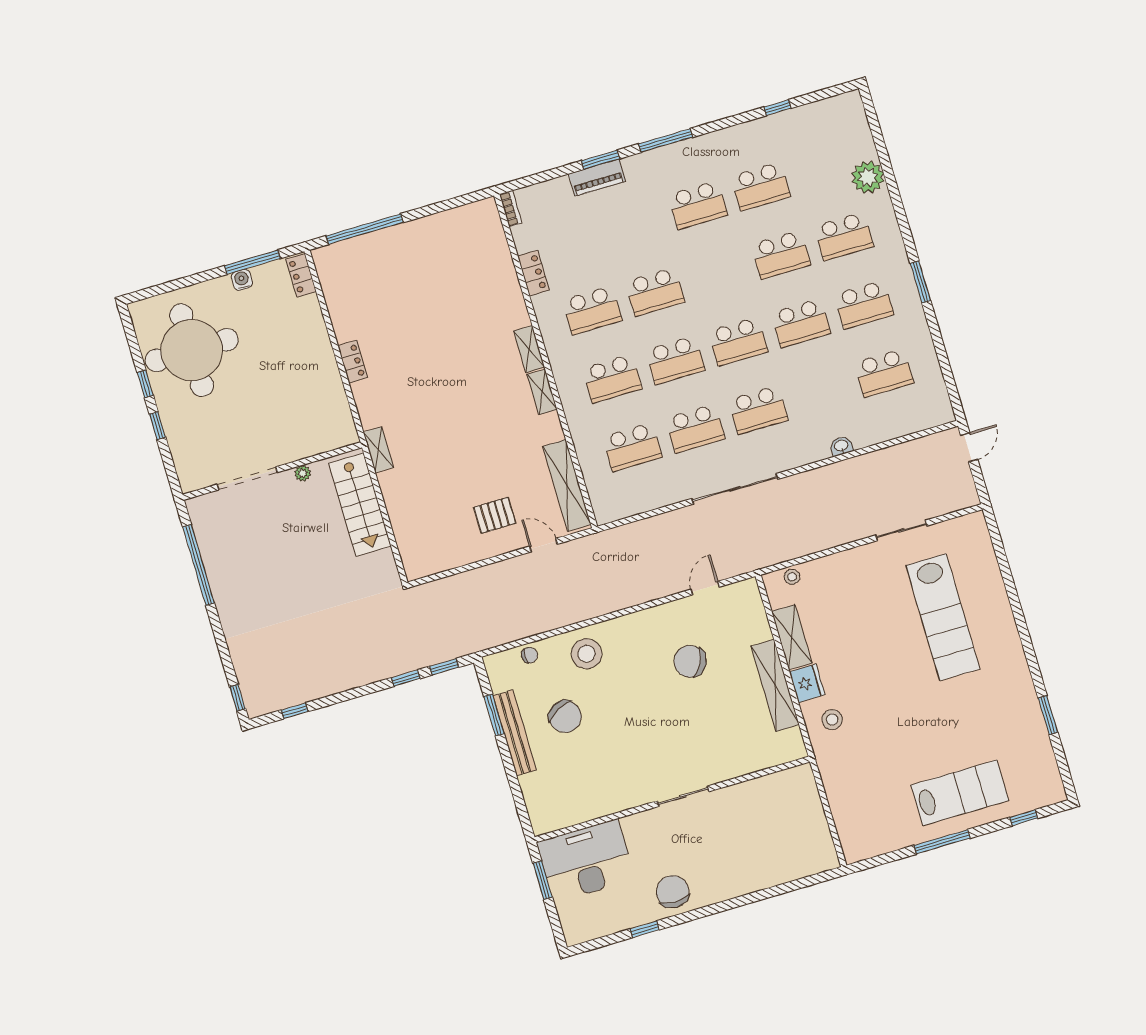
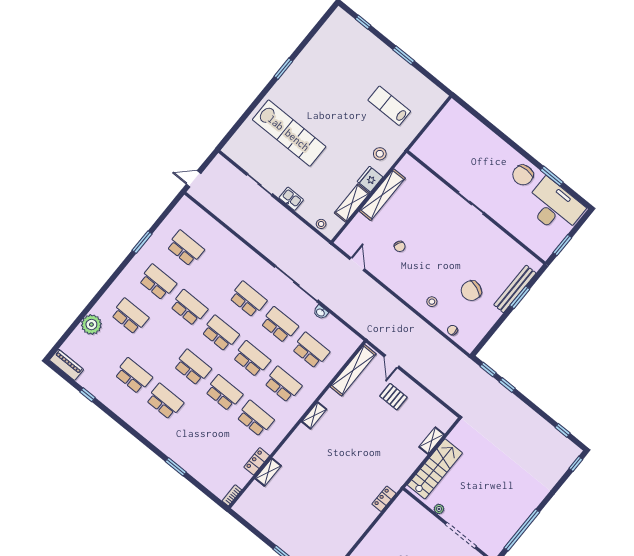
window: (666, 141) -> (143, 440), removed
piano: (597, 178) -> (66, 365), moved
school desk: (781, 255) -> (193, 367), moved
window: (920, 282) -> (142, 242), moved
shelving: (529, 349) -> (268, 472), moved
locker: (353, 362) -> (384, 499), moved
washbasin: (841, 446) -> (321, 312), moved
shelving: (378, 450) -> (432, 441), moved
kitchen sink: (853, 560) -> (291, 199), added
door: (705, 588) -> (357, 264), swing flipped
lab bench: (943, 617) -> (289, 133), turned 90
stool: (587, 654) -> (432, 302), width x0.53, depth x0.53
chair: (690, 661) -> (400, 246), width x0.54, depth x0.54
window: (494, 715) -> (520, 297), moved
window: (1048, 715) -> (283, 69), moved
chair: (565, 717) -> (471, 291), turned -131
bench: (515, 733) -> (515, 289), moved
lab bench: (960, 793) -> (389, 106), moved, width x0.73, depth x0.72
window: (942, 842) -> (404, 55), width x0.69
desk: (586, 861) -> (554, 207), moved, turned 180
window: (645, 929) -> (552, 176), width x1.50

